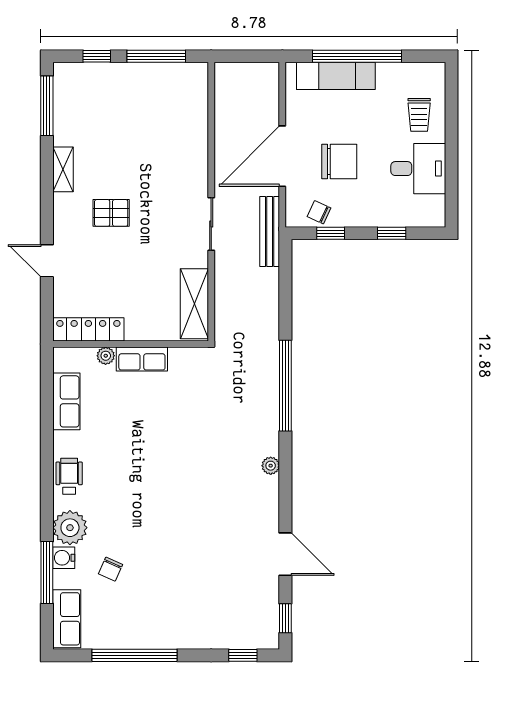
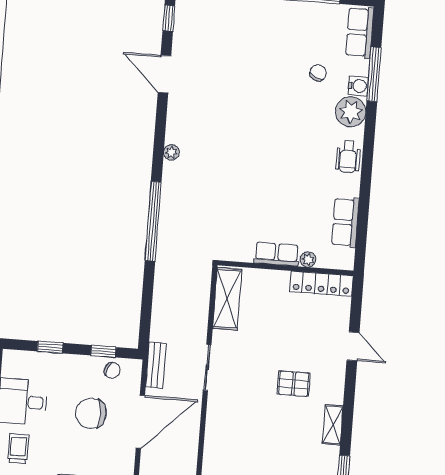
bench: (270, 232) -> (156, 365), width x0.73

